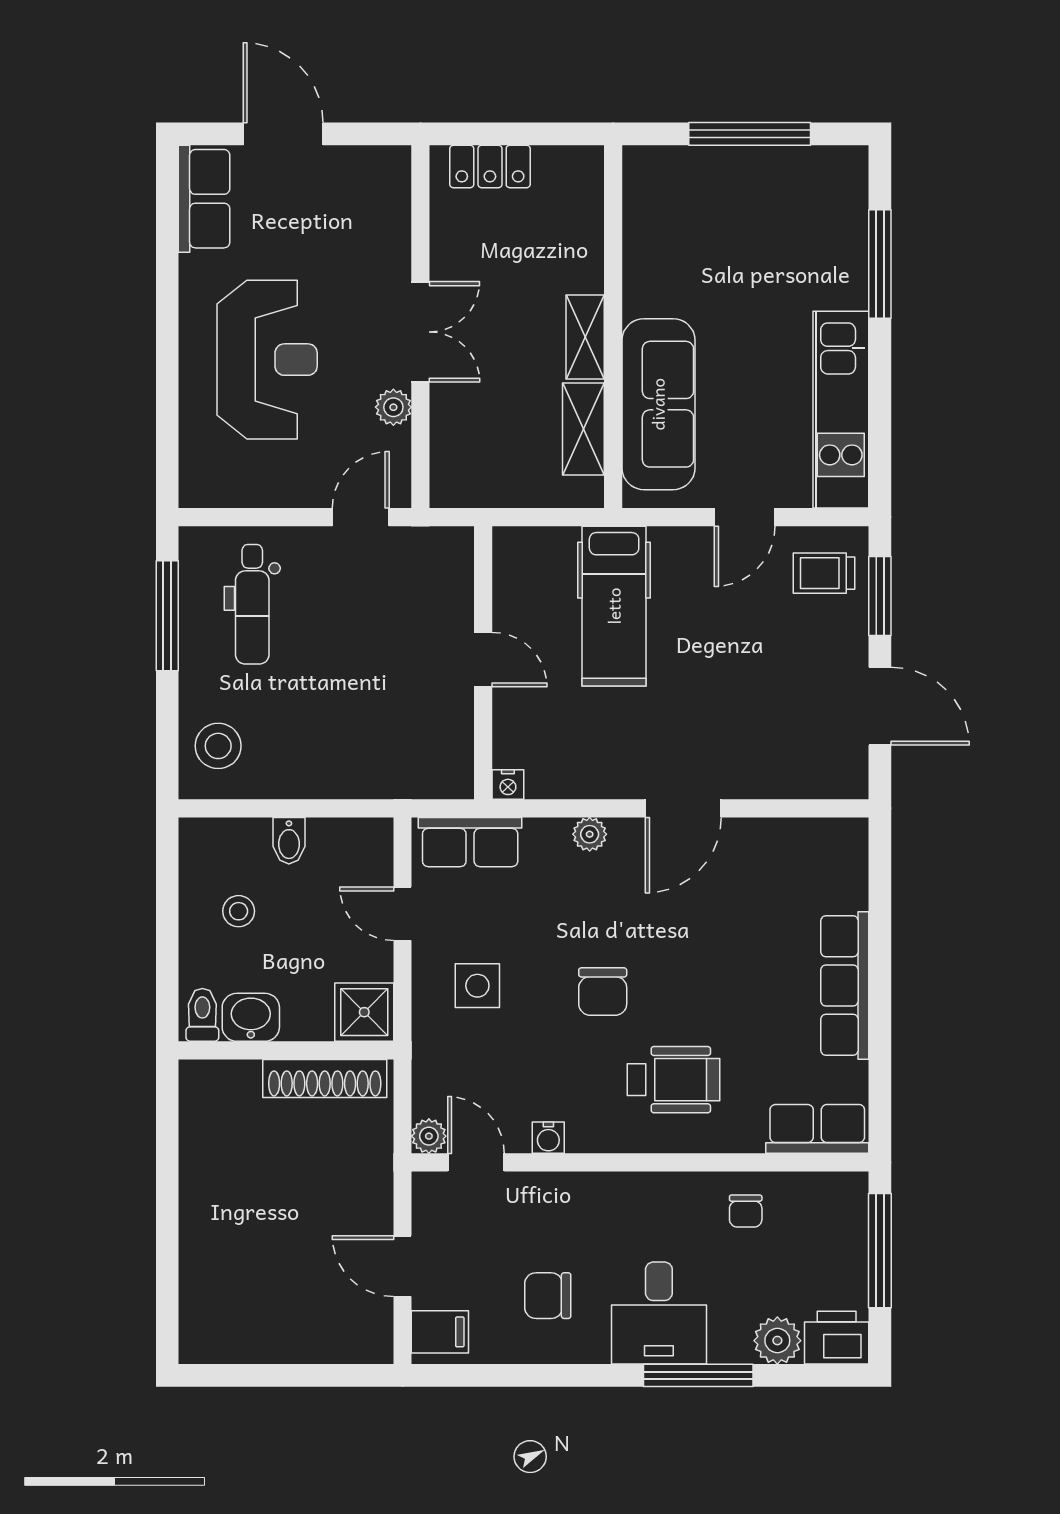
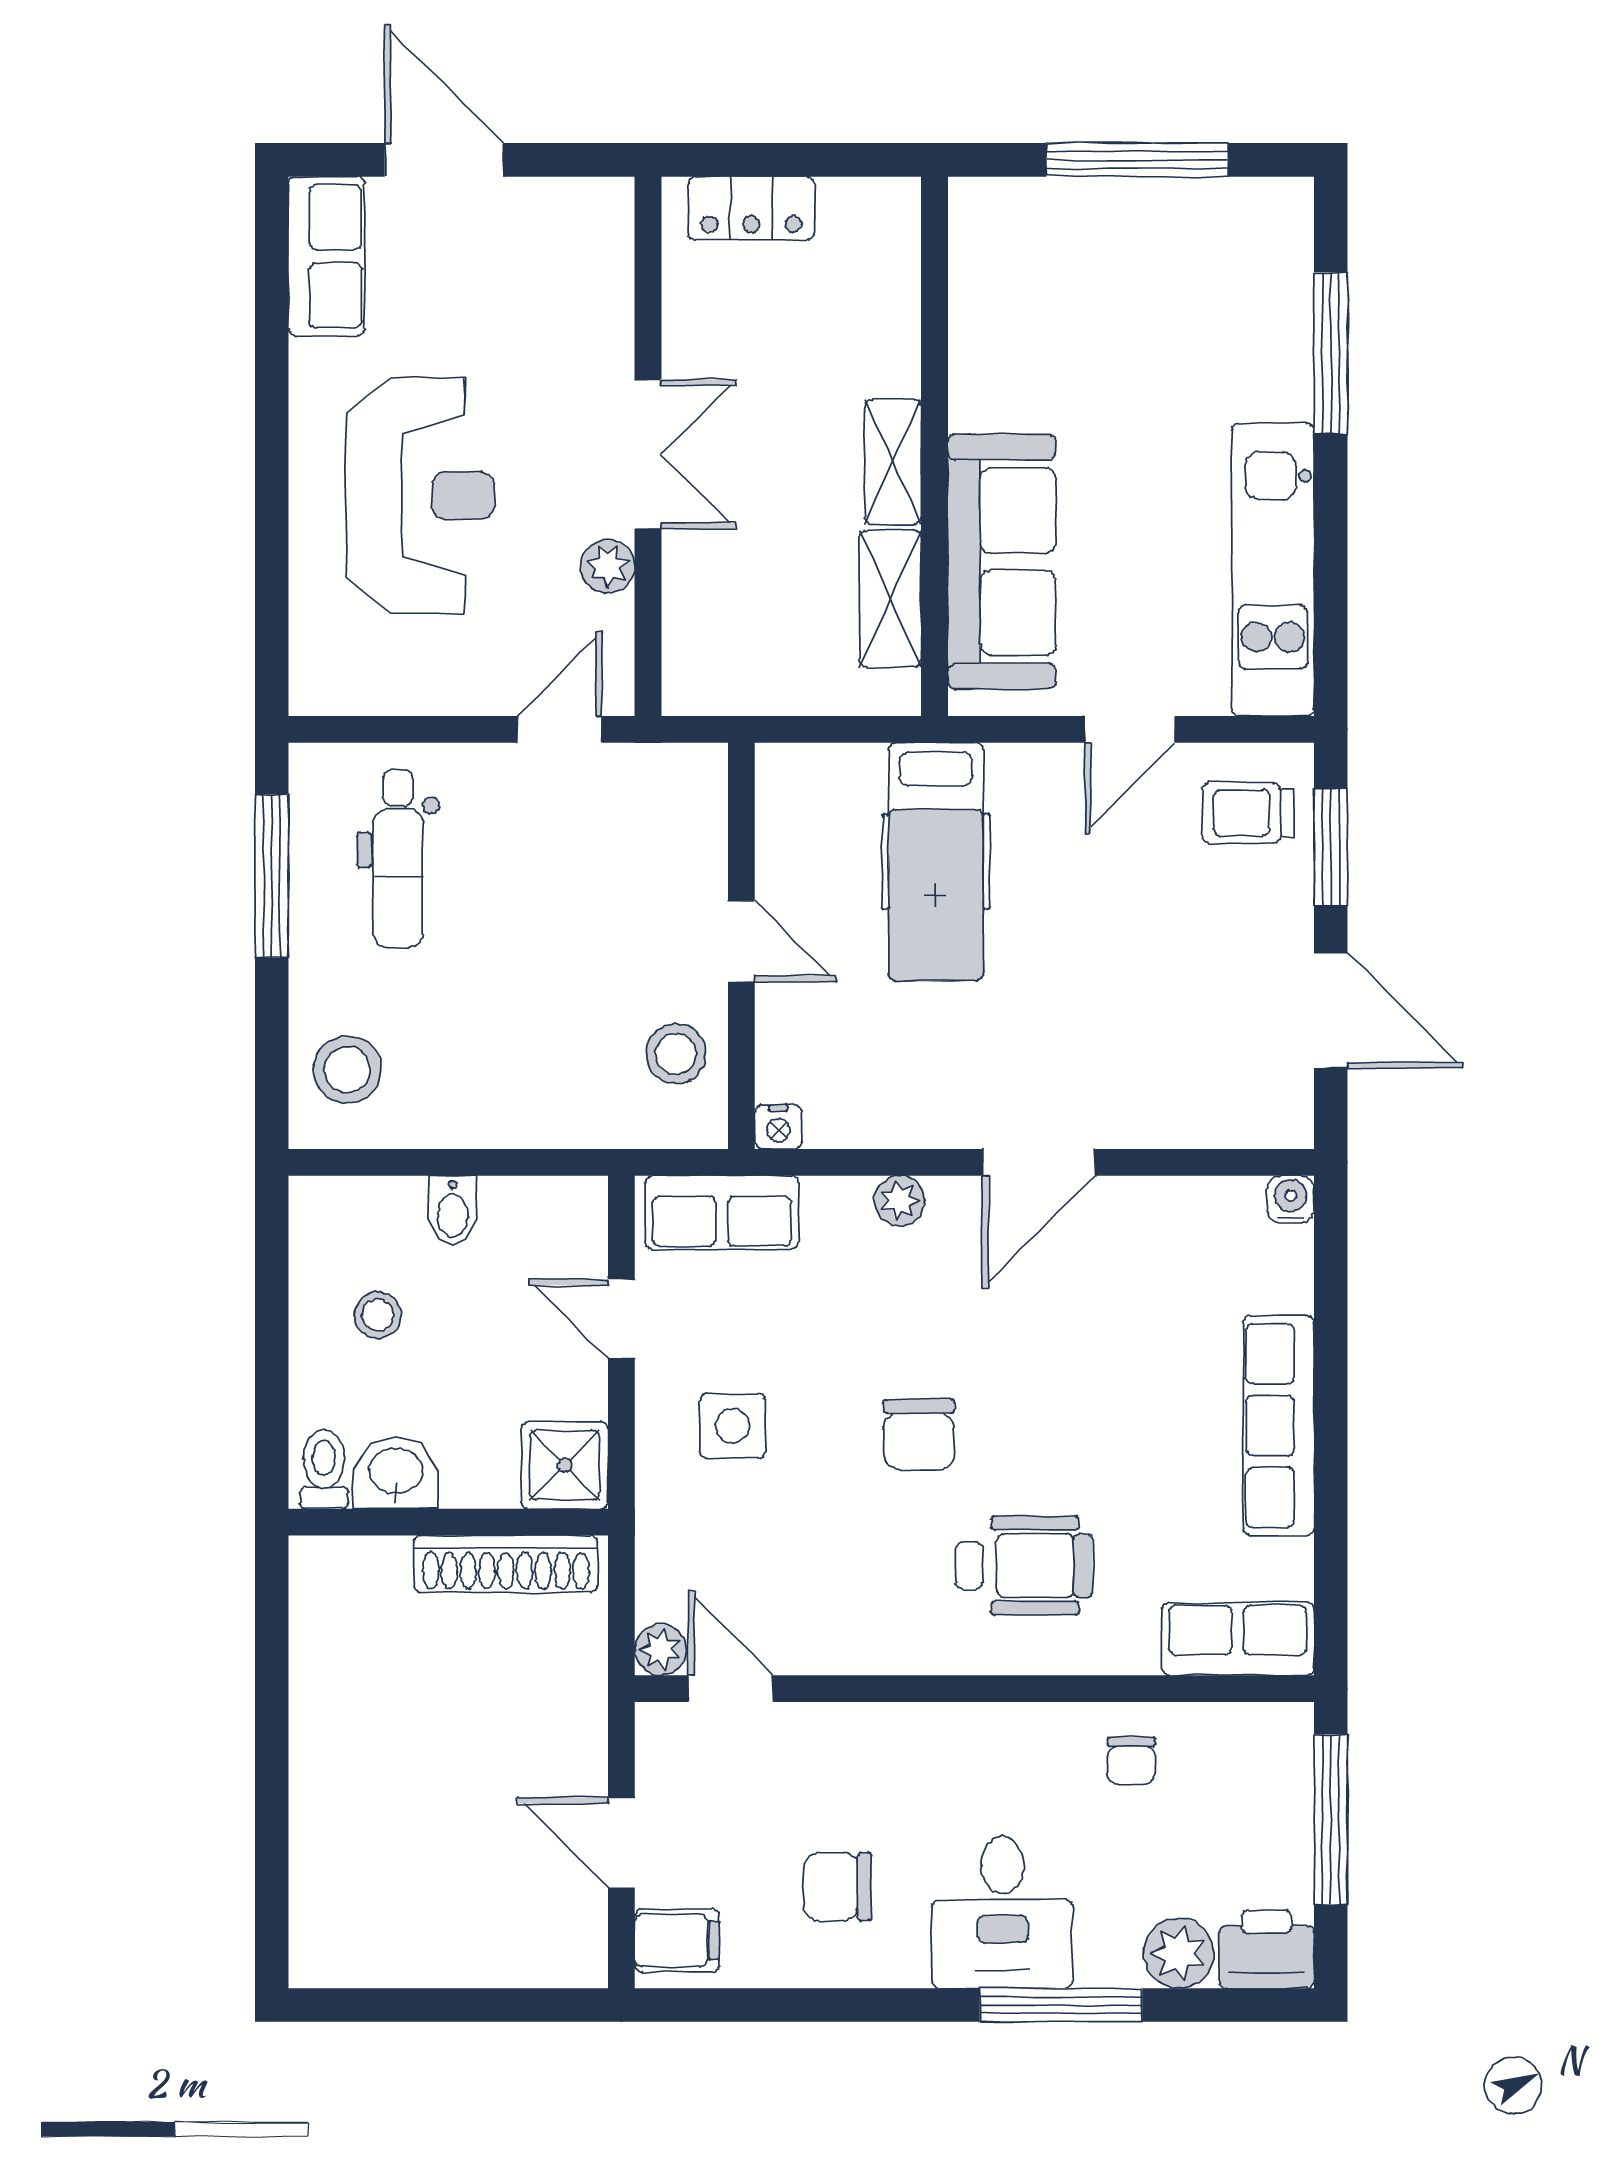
stool: (439, 735) -> (676, 1054), added
water cooler: (548, 1138) -> (1291, 1199), moved, turned 180

